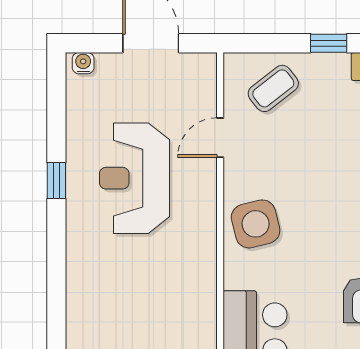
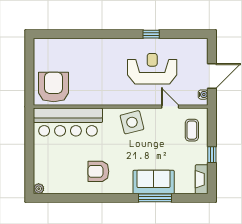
water cooler: (83, 63) -> (203, 95), moved
coffee table: (273, 88) -> (192, 130), turned 38

